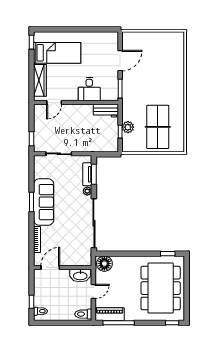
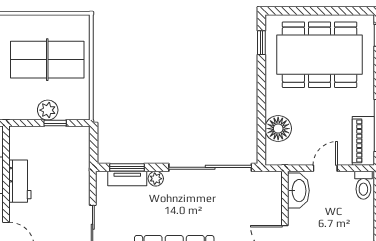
workbench: (106, 111) -> (20, 181), moved
floor lamp: (104, 264) -> (278, 129), moved
door: (93, 291) -> (325, 168), hinge flipped

